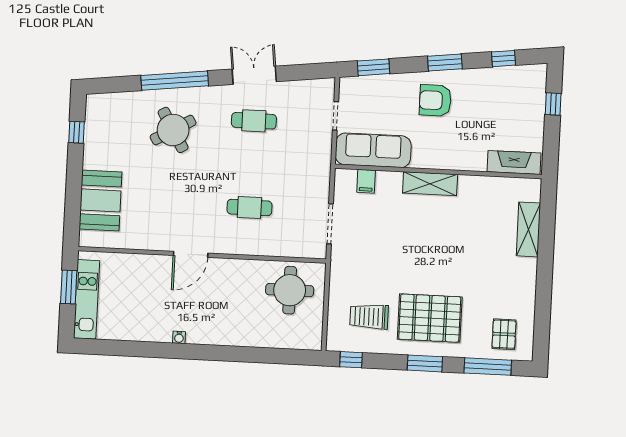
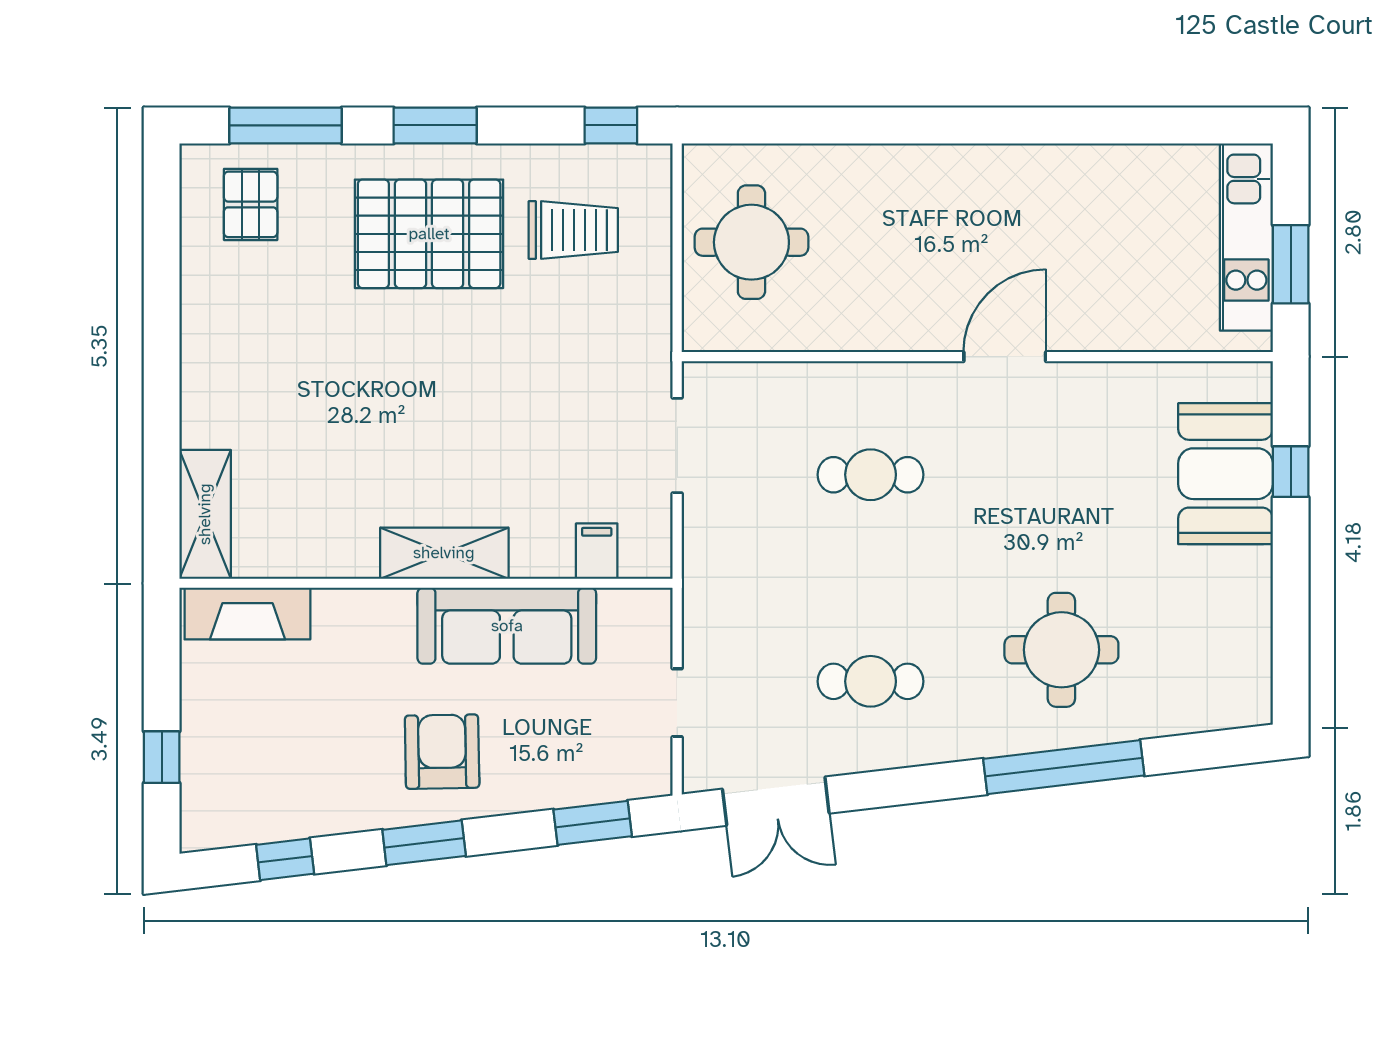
double door: (254, 75) -> (776, 801), moved
armchair: (435, 100) -> (442, 752), turned -91
round table: (173, 130) -> (1061, 650), turned 30
window: (77, 132) -> (1291, 472), moved
sofa: (373, 150) -> (507, 626), moved
shelving: (528, 229) -> (205, 514), moved
round table: (290, 290) -> (751, 242), moved
water cooler: (179, 337) -> (1022, 158), removed

